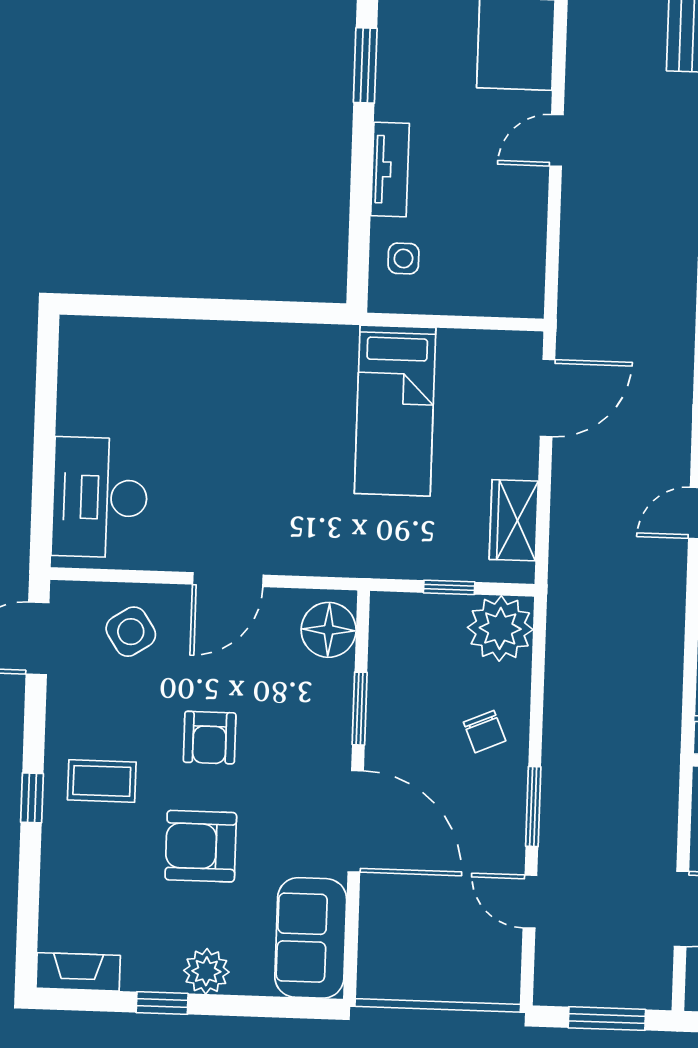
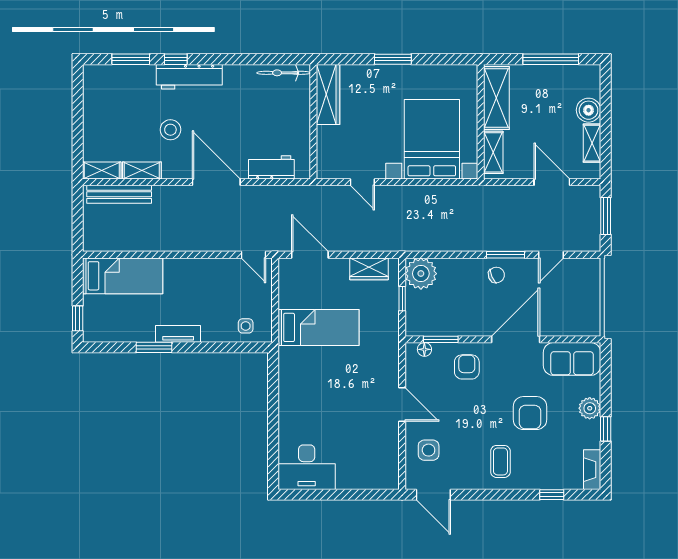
door: (556, 140) -> (253, 255), moved
tv unit: (390, 170) -> (178, 334), moved
desk: (100, 497) -> (307, 467), moved
floor lamp: (329, 630) -> (424, 349), width x0.53, depth x0.53
side table: (131, 632) -> (429, 450), turned 33
window: (360, 709) -> (441, 339), moved
chair: (485, 732) -> (496, 275), moved
armchair: (210, 738) -> (467, 367), moved, turned -90
window: (32, 798) -> (552, 495), moved

